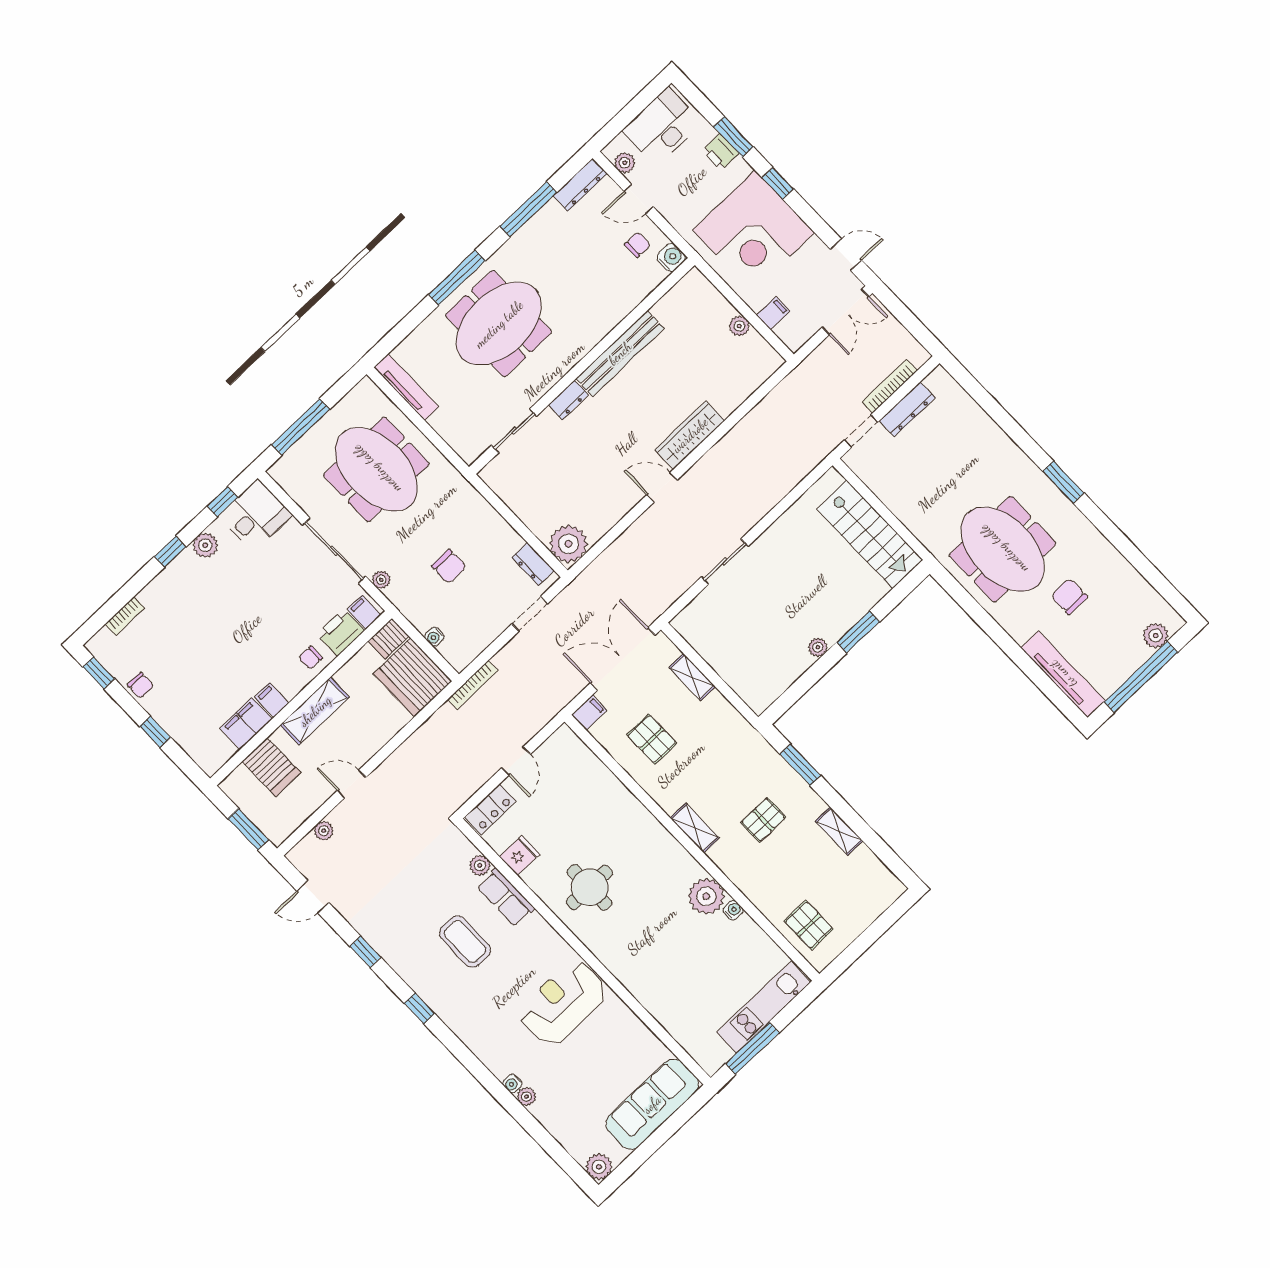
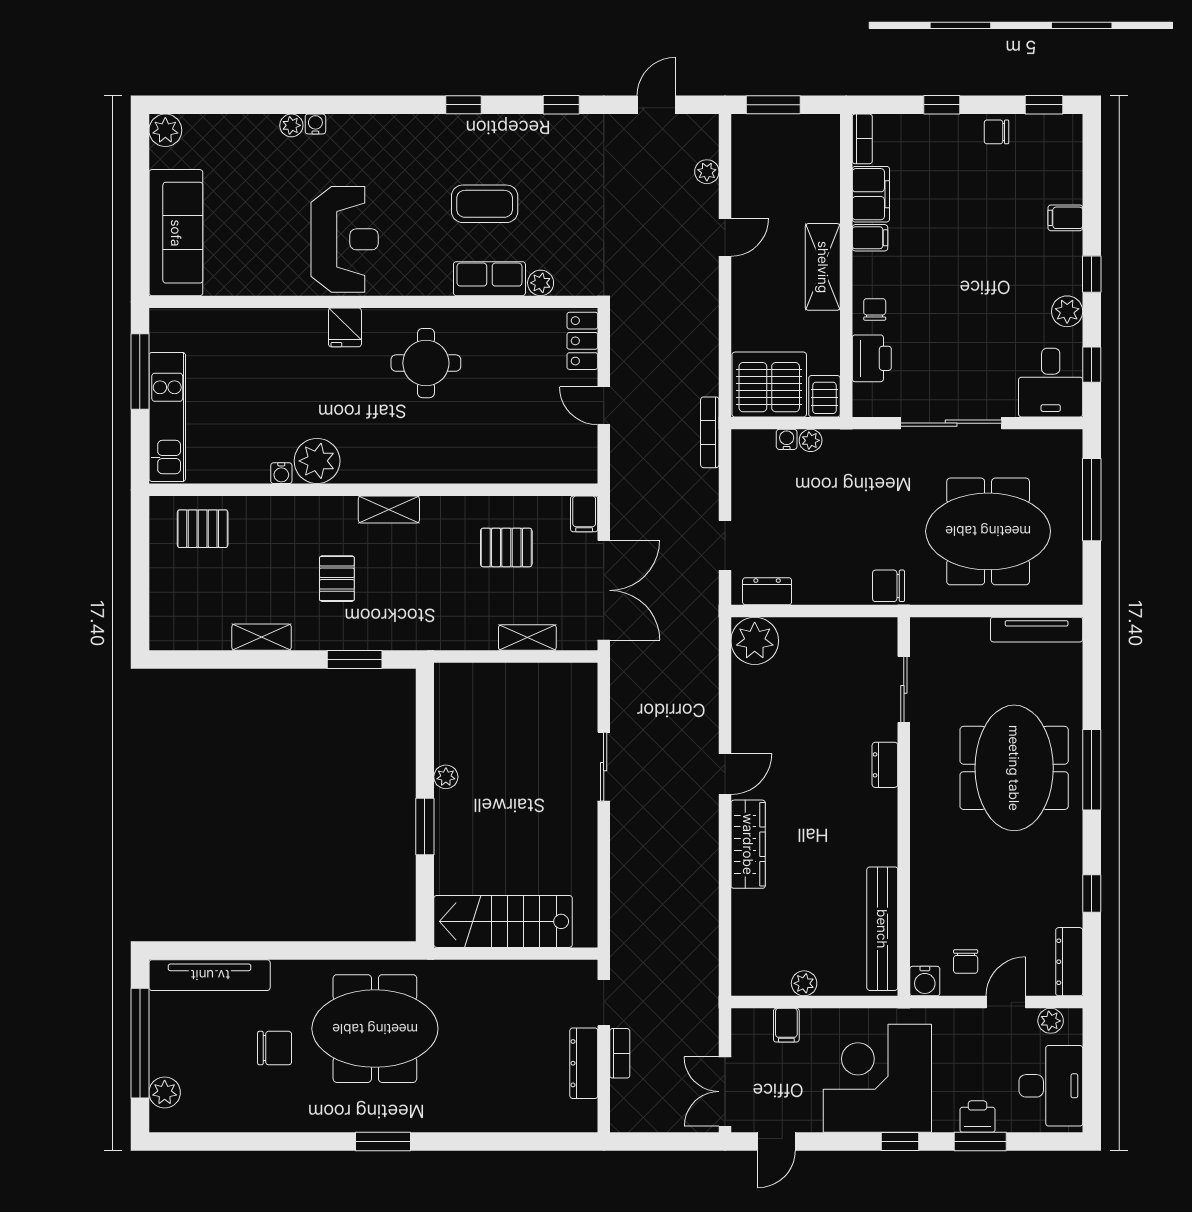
window: (528, 209) -> (1092, 893), width x0.46
bench: (620, 353) -> (882, 929), moved
bookcase: (890, 386) -> (620, 1053), width x0.64
chair: (449, 566) -> (889, 586), moved
plant: (381, 580) -> (811, 440), moved
filing cabinet: (364, 612) -> (1065, 218), moved, turned 180
bookcase: (125, 616) -> (862, 139), moved, turned 180
server rack: (271, 767) -> (810, 180), removed
fridge: (520, 855) -> (345, 327), moved

